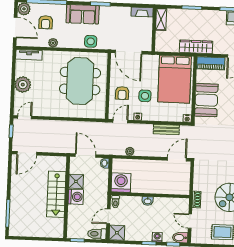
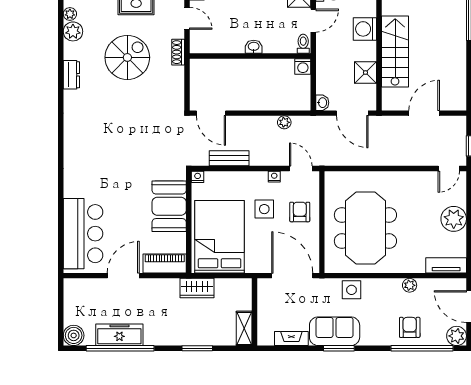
fireplace: (142, 12) -> (291, 339), moved
sofa: (83, 14) -> (335, 331), moved
armchair: (46, 22) -> (410, 327), moved
wardrobe: (196, 47) -> (197, 288), width x0.67
door: (120, 121) -> (301, 168), swing flipped
door: (27, 153) -> (424, 113), moved
door: (177, 159) -> (211, 113), hinge flipped
washing machine: (121, 183) -> (303, 66), width x0.53, depth x0.53
washing machine: (76, 197) -> (365, 29), moved

